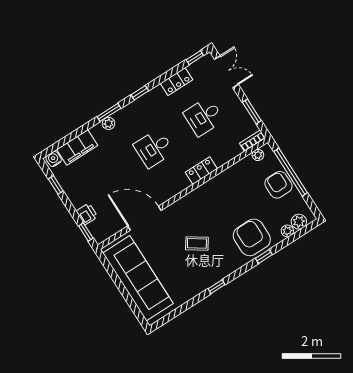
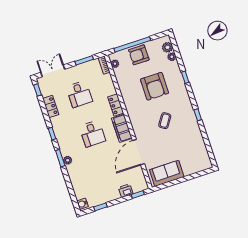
filing cabinet: (77, 147) -> (122, 128), moved, turned 180
armchair: (252, 237) -> (154, 86), moved, turned -90
sofa: (138, 278) -> (167, 173), width x0.54, depth x0.79

